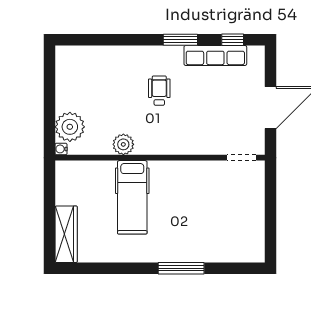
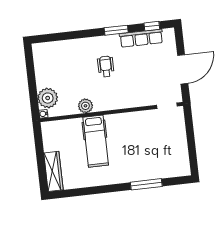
window: (181, 268) -> (146, 184), moved

